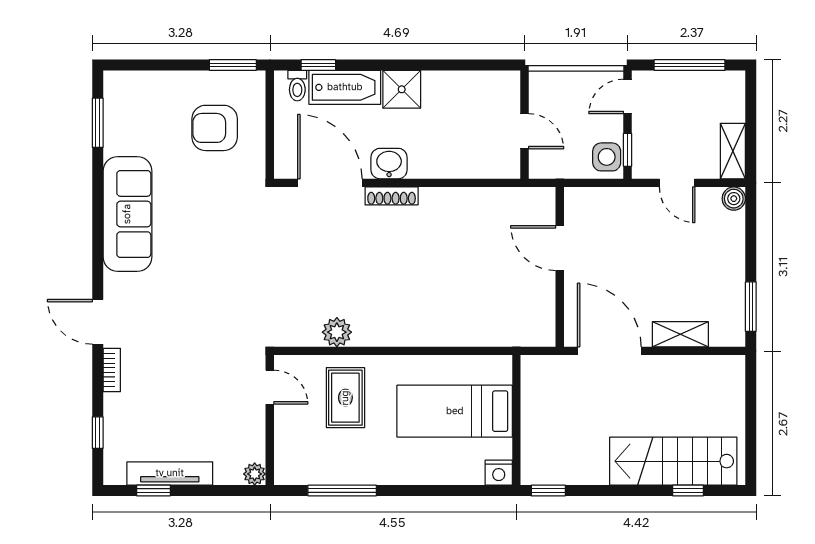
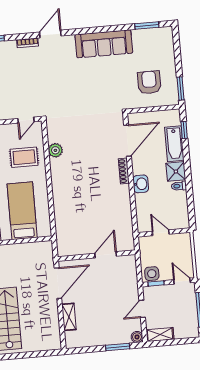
toilet: (297, 86) -> (179, 186), moved
door: (525, 131) -> (161, 233), swing flipped
washbasin: (389, 164) -> (141, 184), moved
window: (751, 307) -> (118, 347), moved

